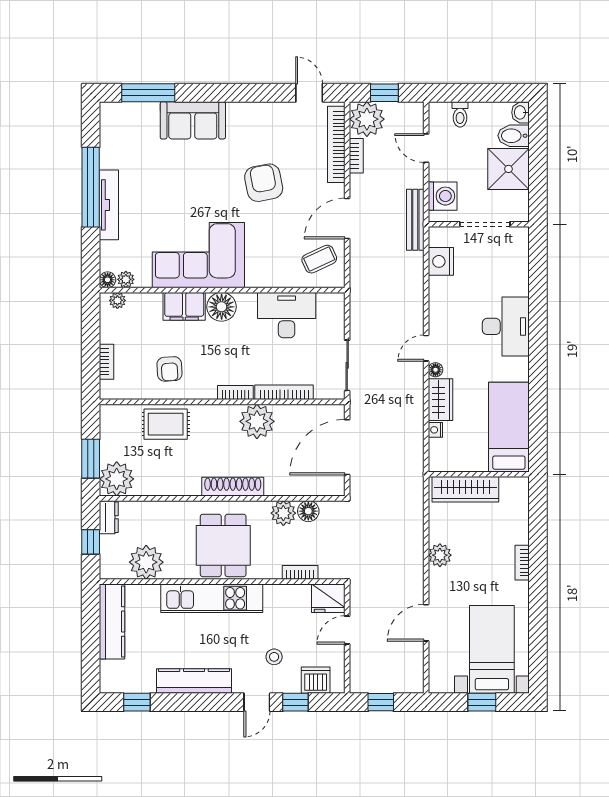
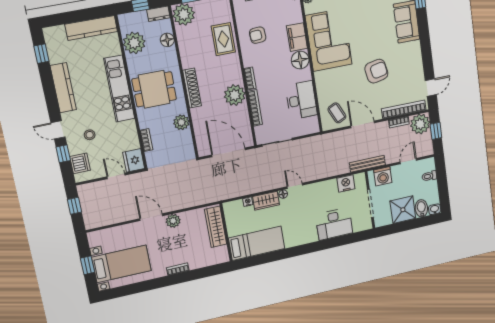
desk: (506, 326) -> (334, 224), moved
floor lamp: (308, 511) -> (167, 40), moved
door: (426, 623) -> (151, 217), moved

